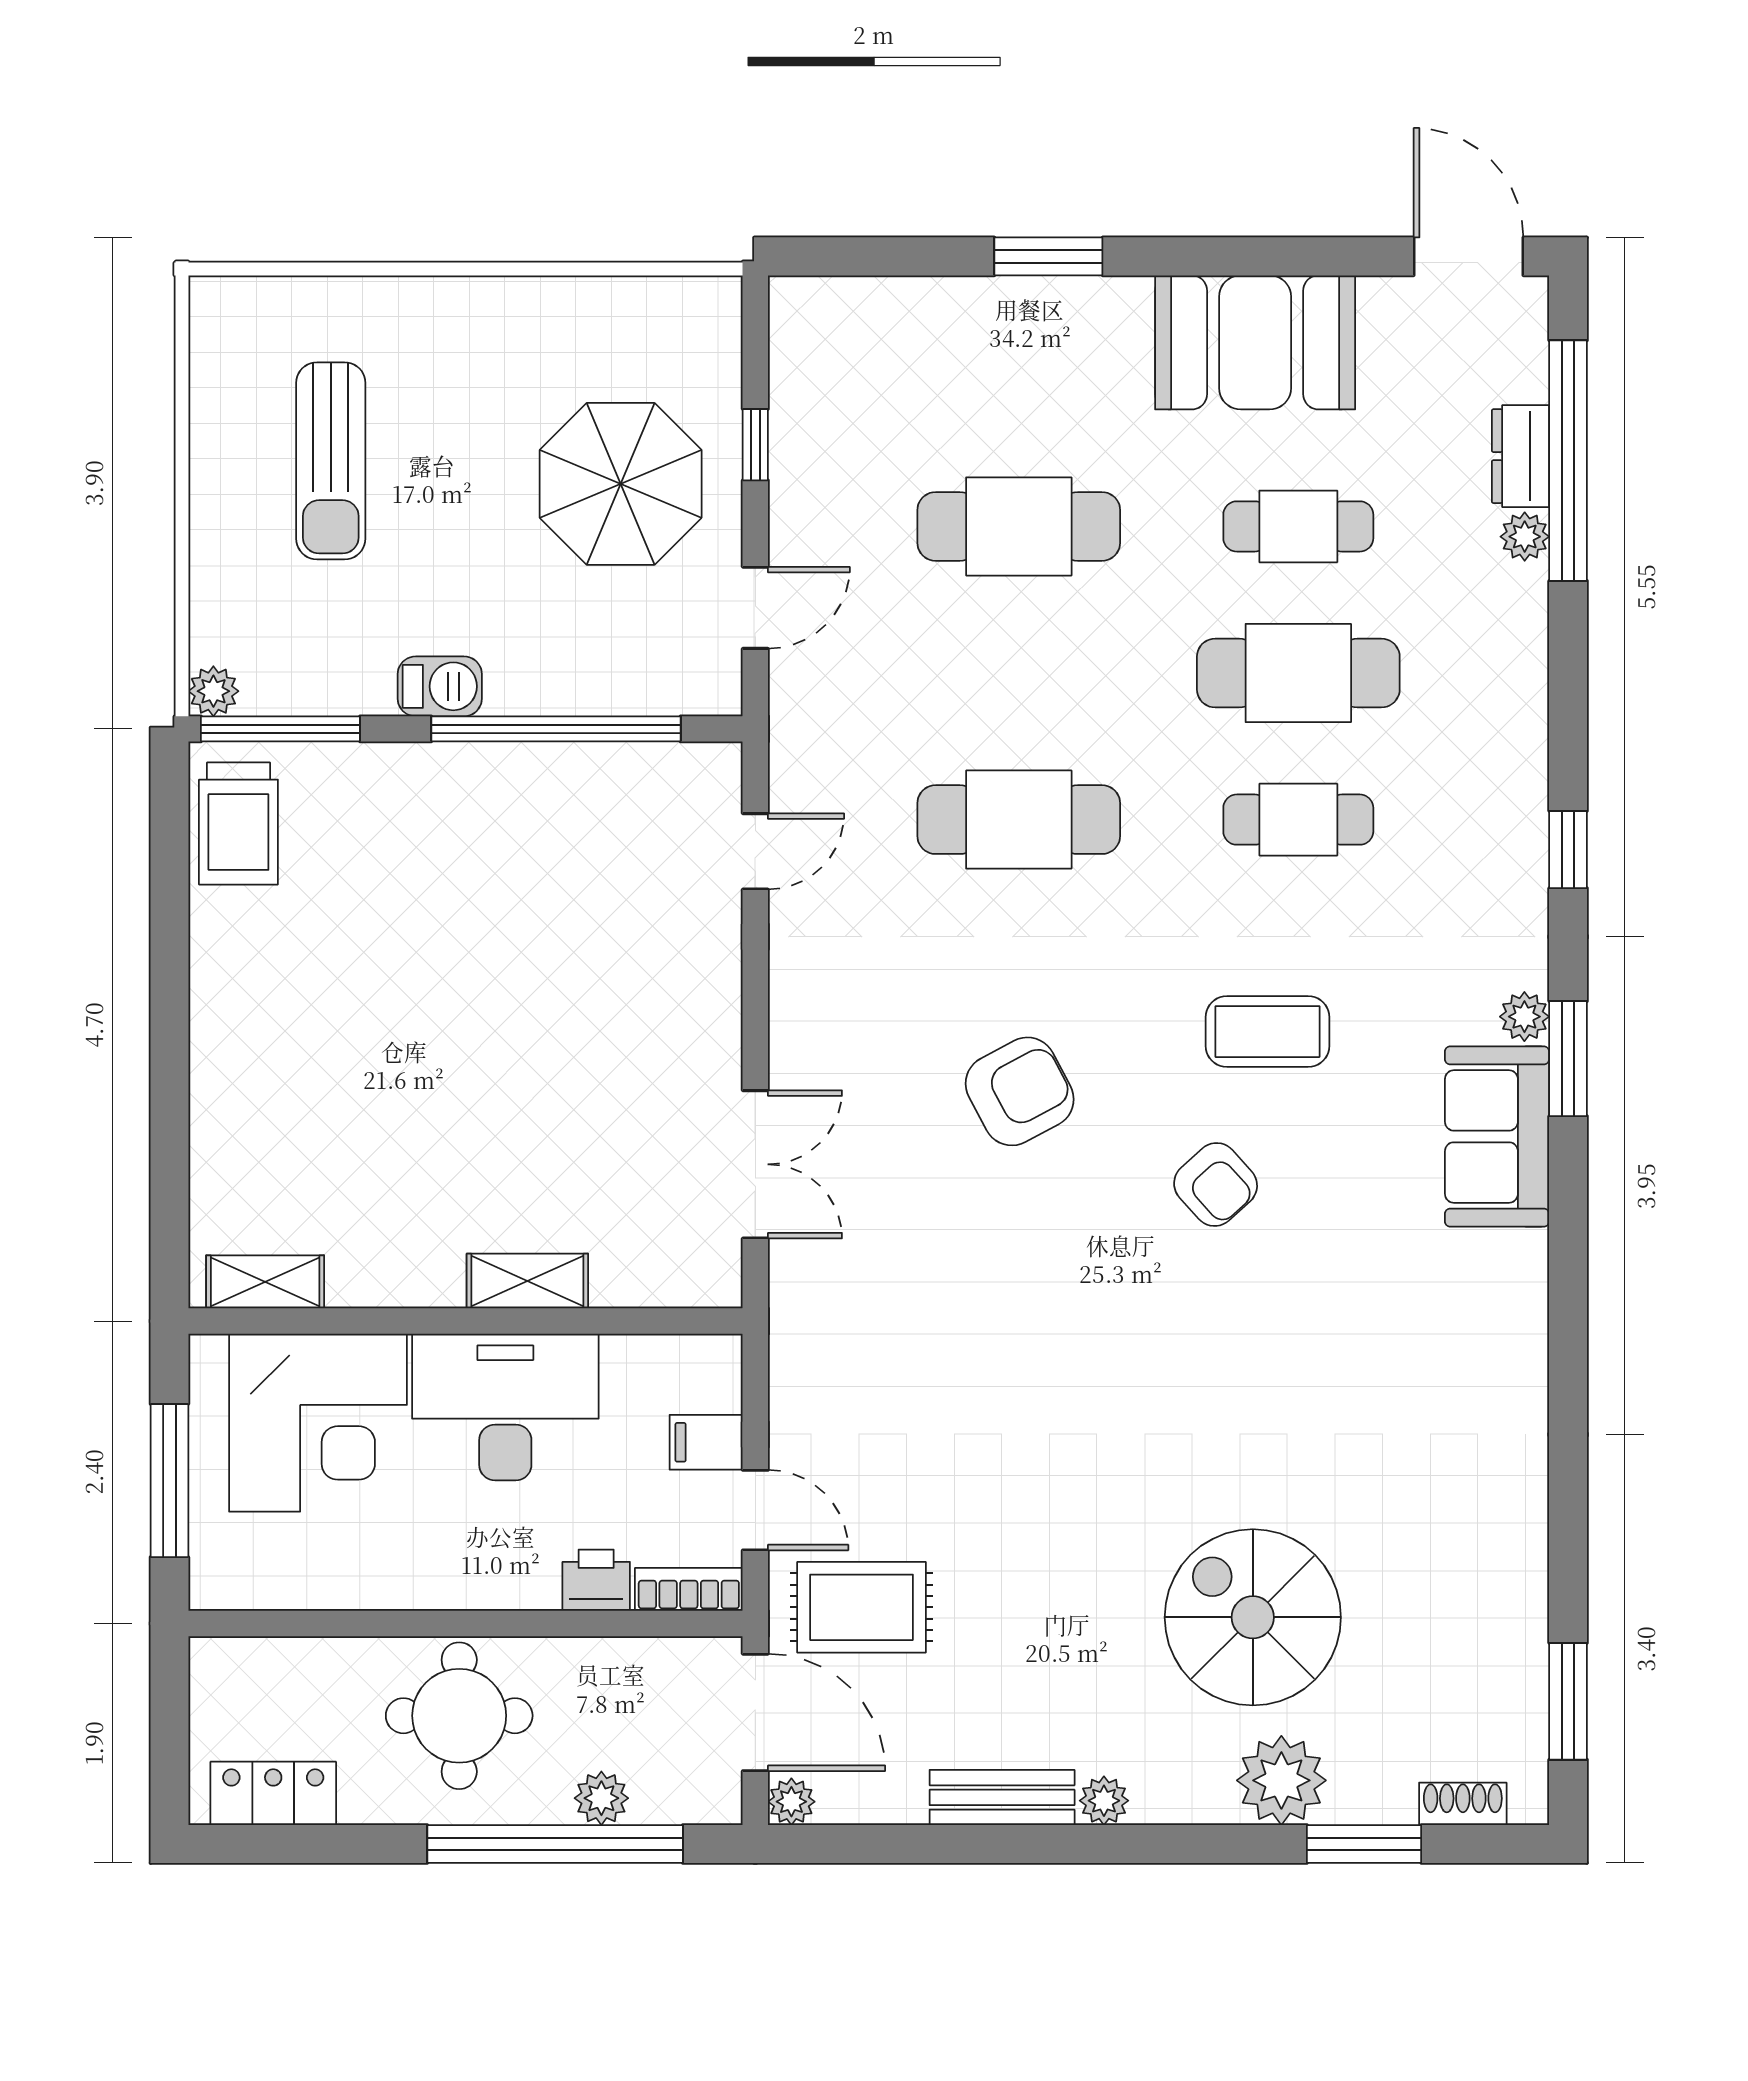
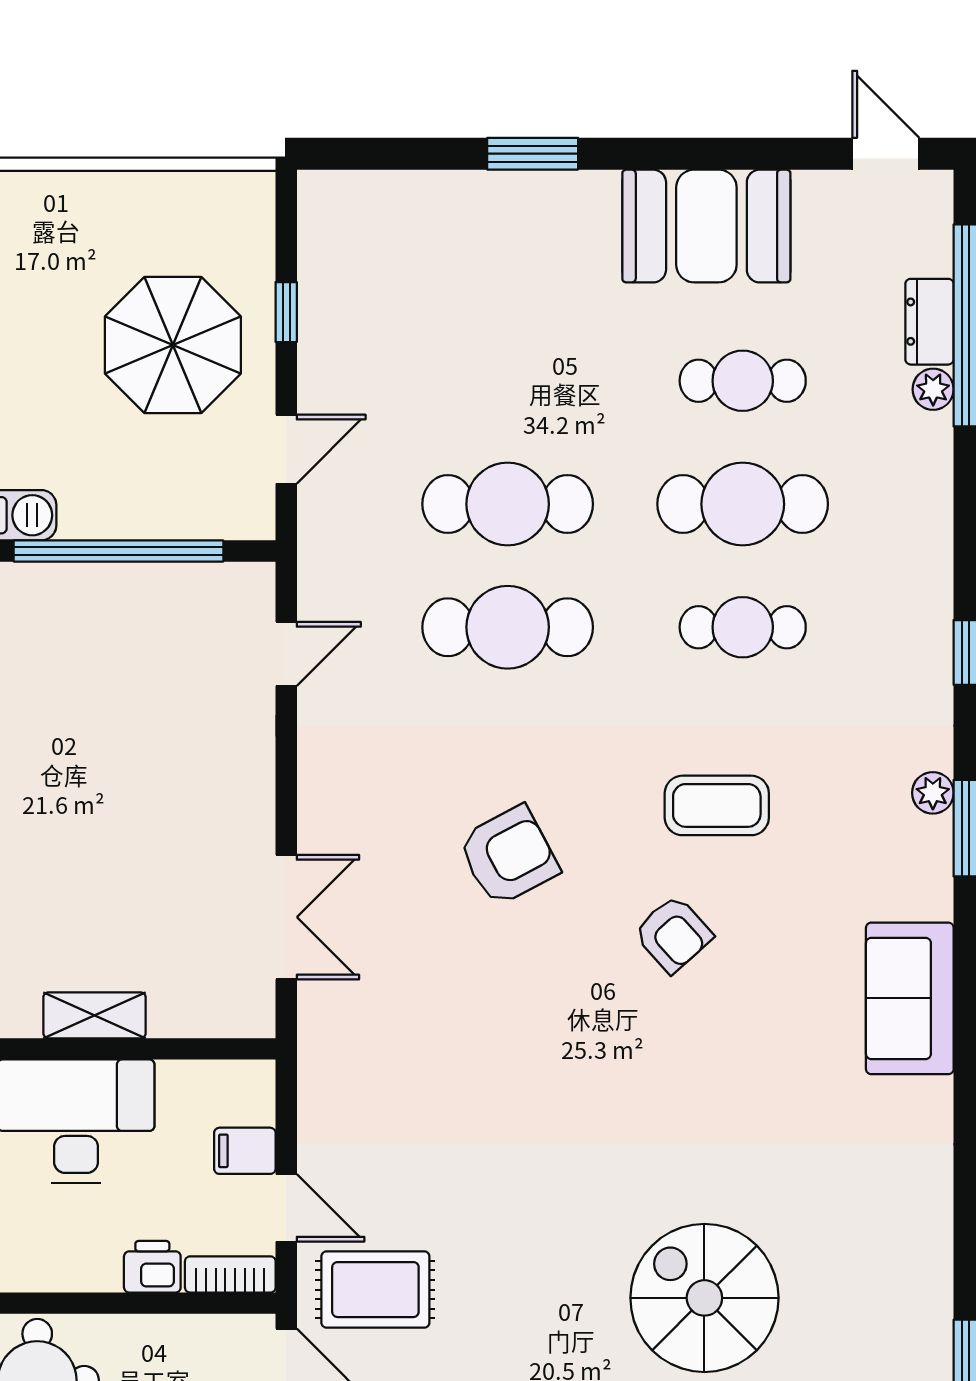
door: (1469, 256) -> (886, 154), width x0.73
cafe table: (1019, 526) -> (508, 504), moved
sofa: (1497, 1136) -> (910, 998), moved

